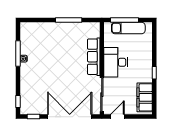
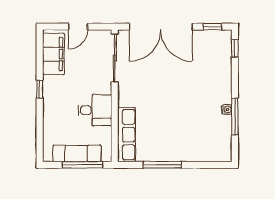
row of seats: (94, 57) -> (126, 135), moved
desk: (116, 62) -> (95, 110), width x0.73
door: (117, 117) -> (78, 27), moved

